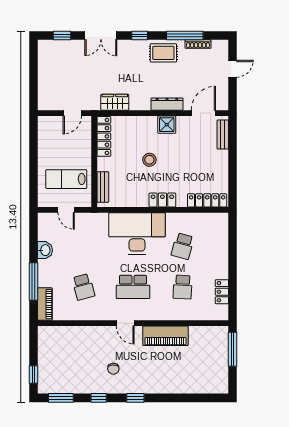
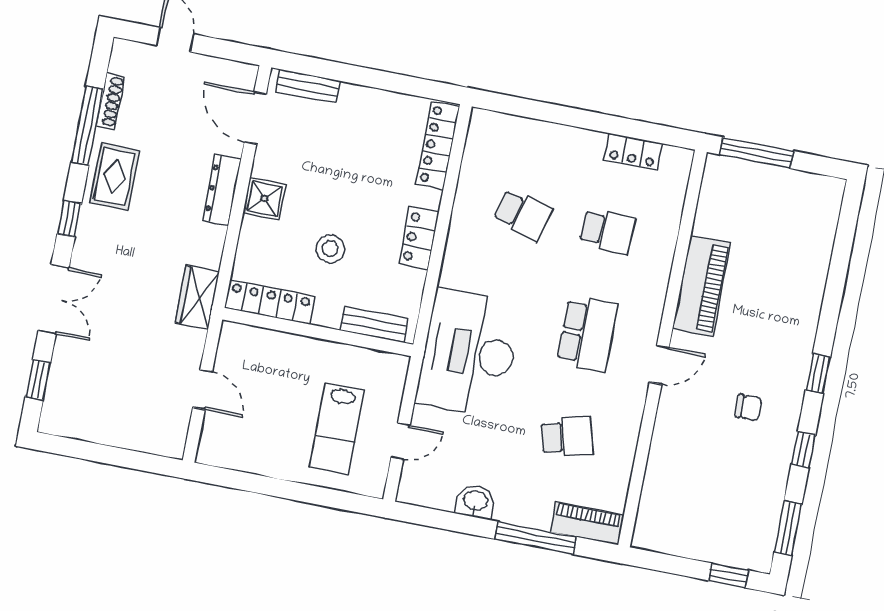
locker: (104, 136) -> (270, 302), moved
wall: (94, 161) -> (318, 332), moved
bench: (103, 187) -> (374, 324), moved
desk: (137, 234) -> (469, 353), moved

